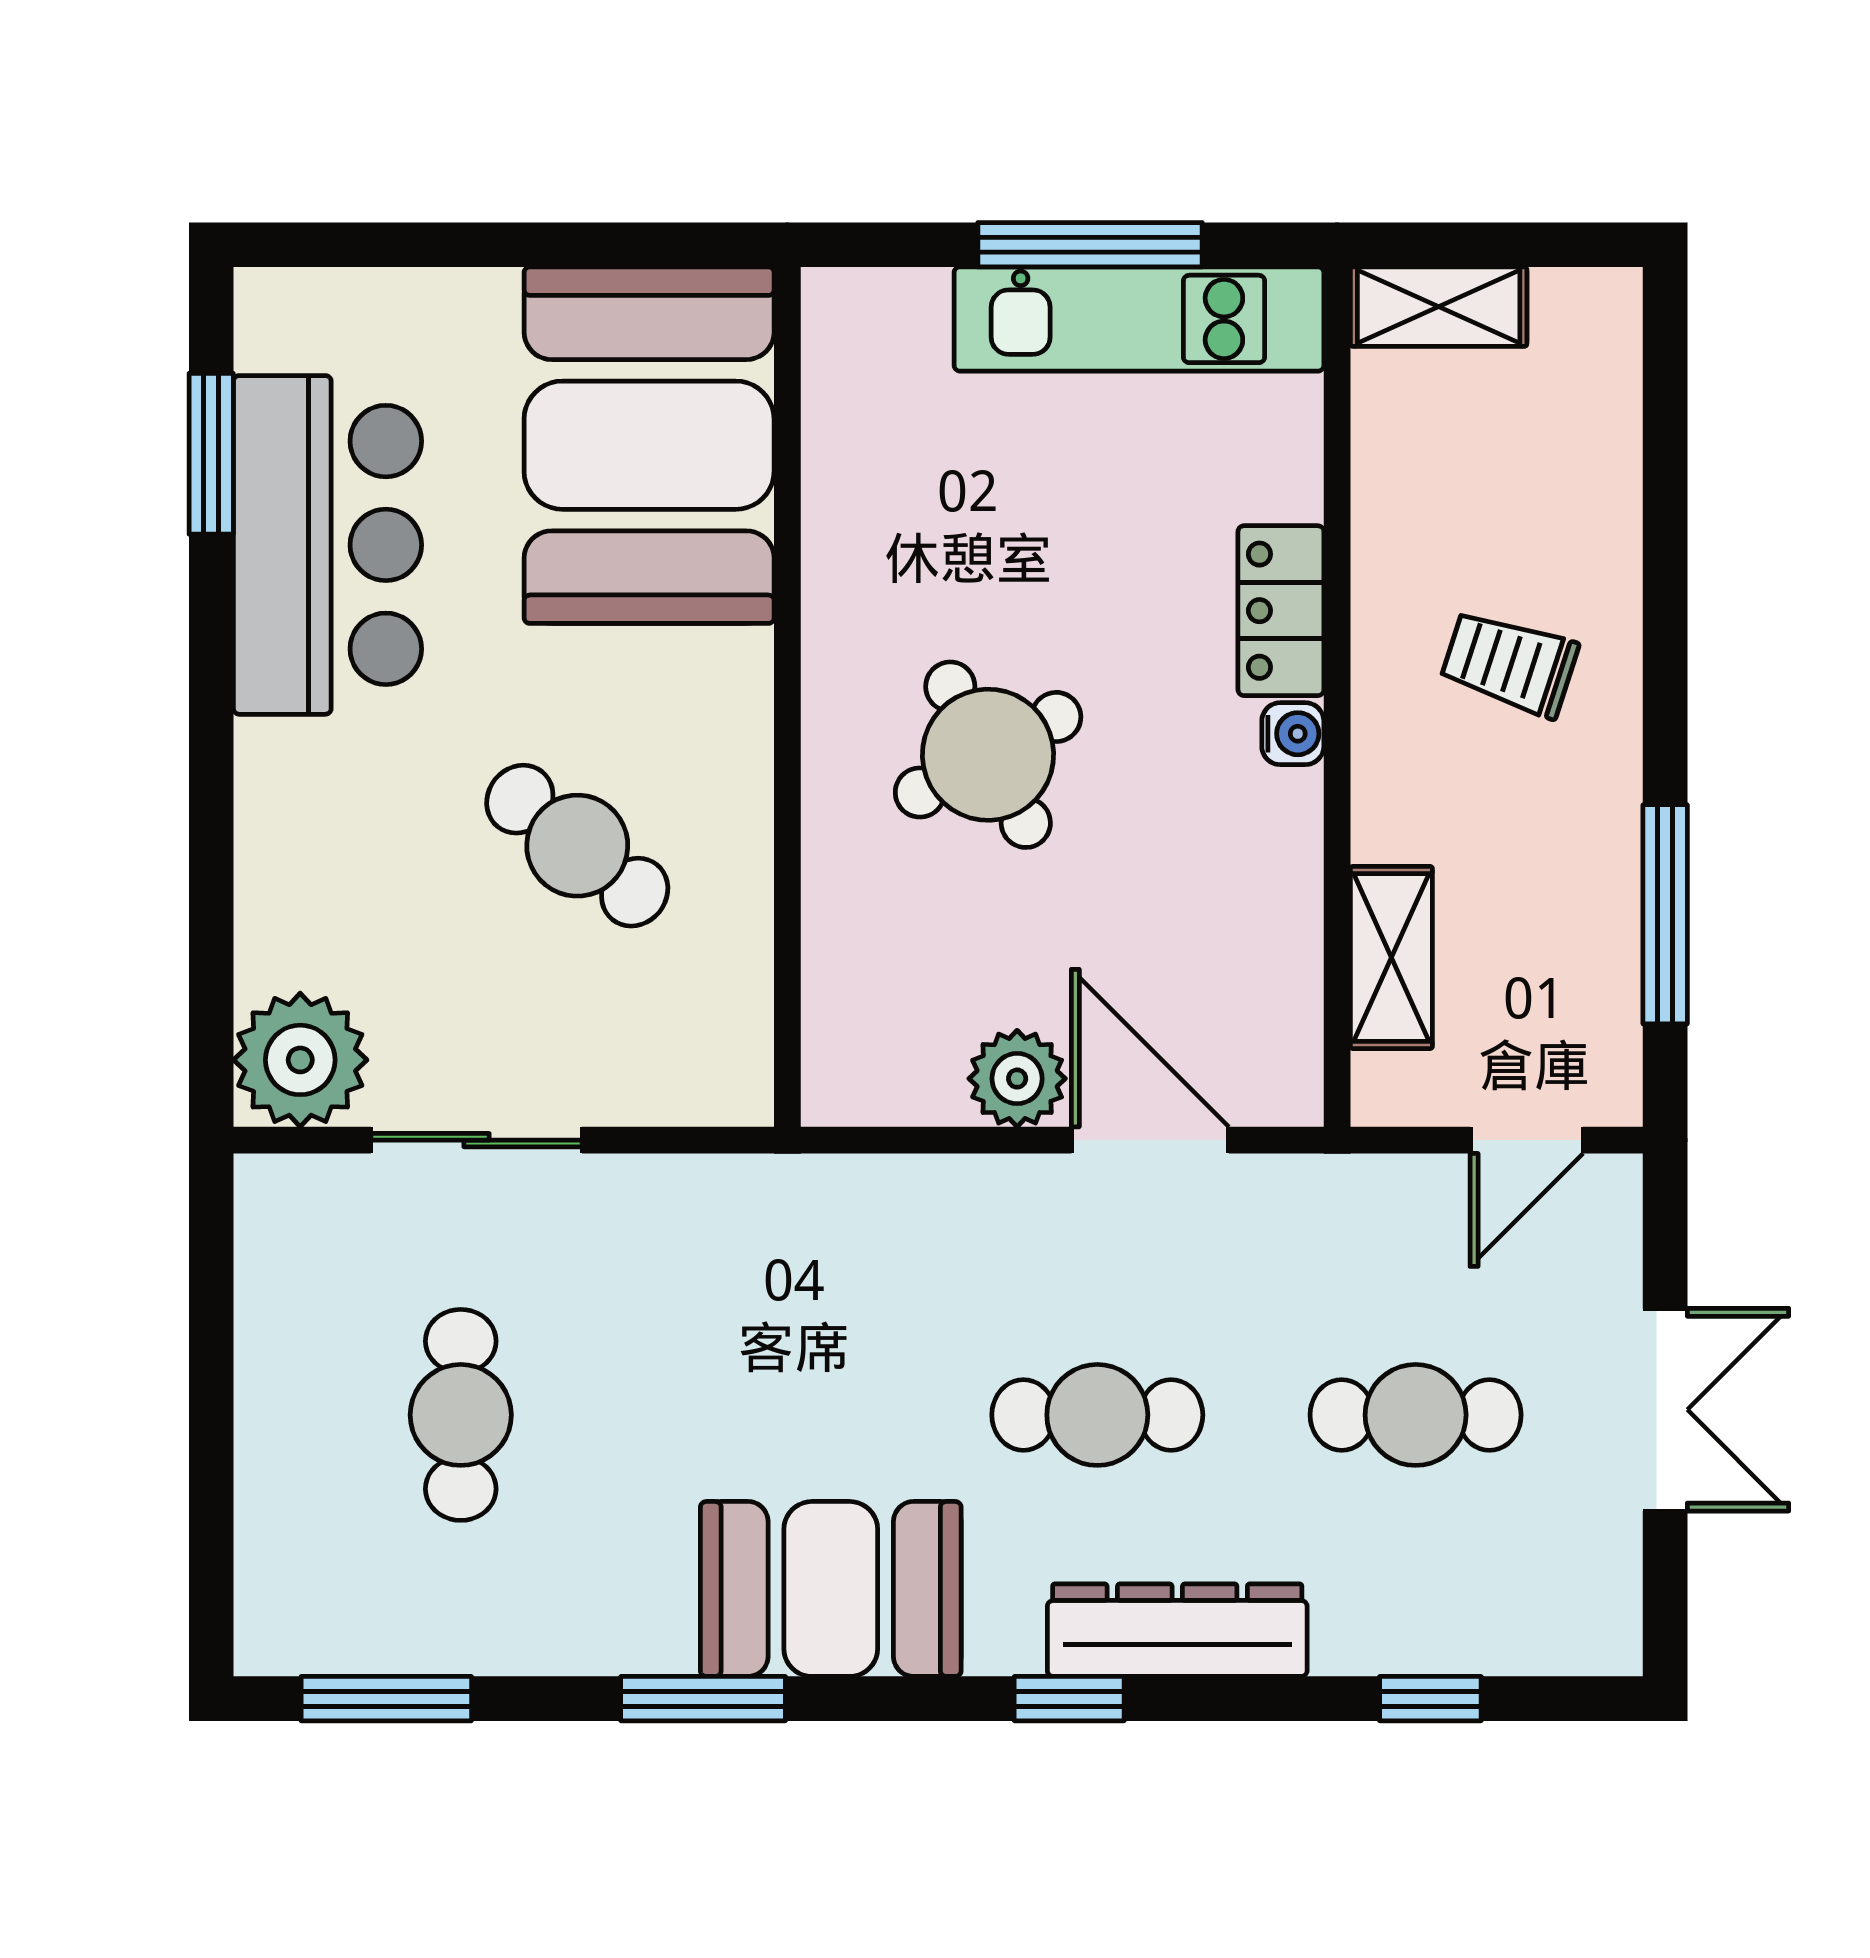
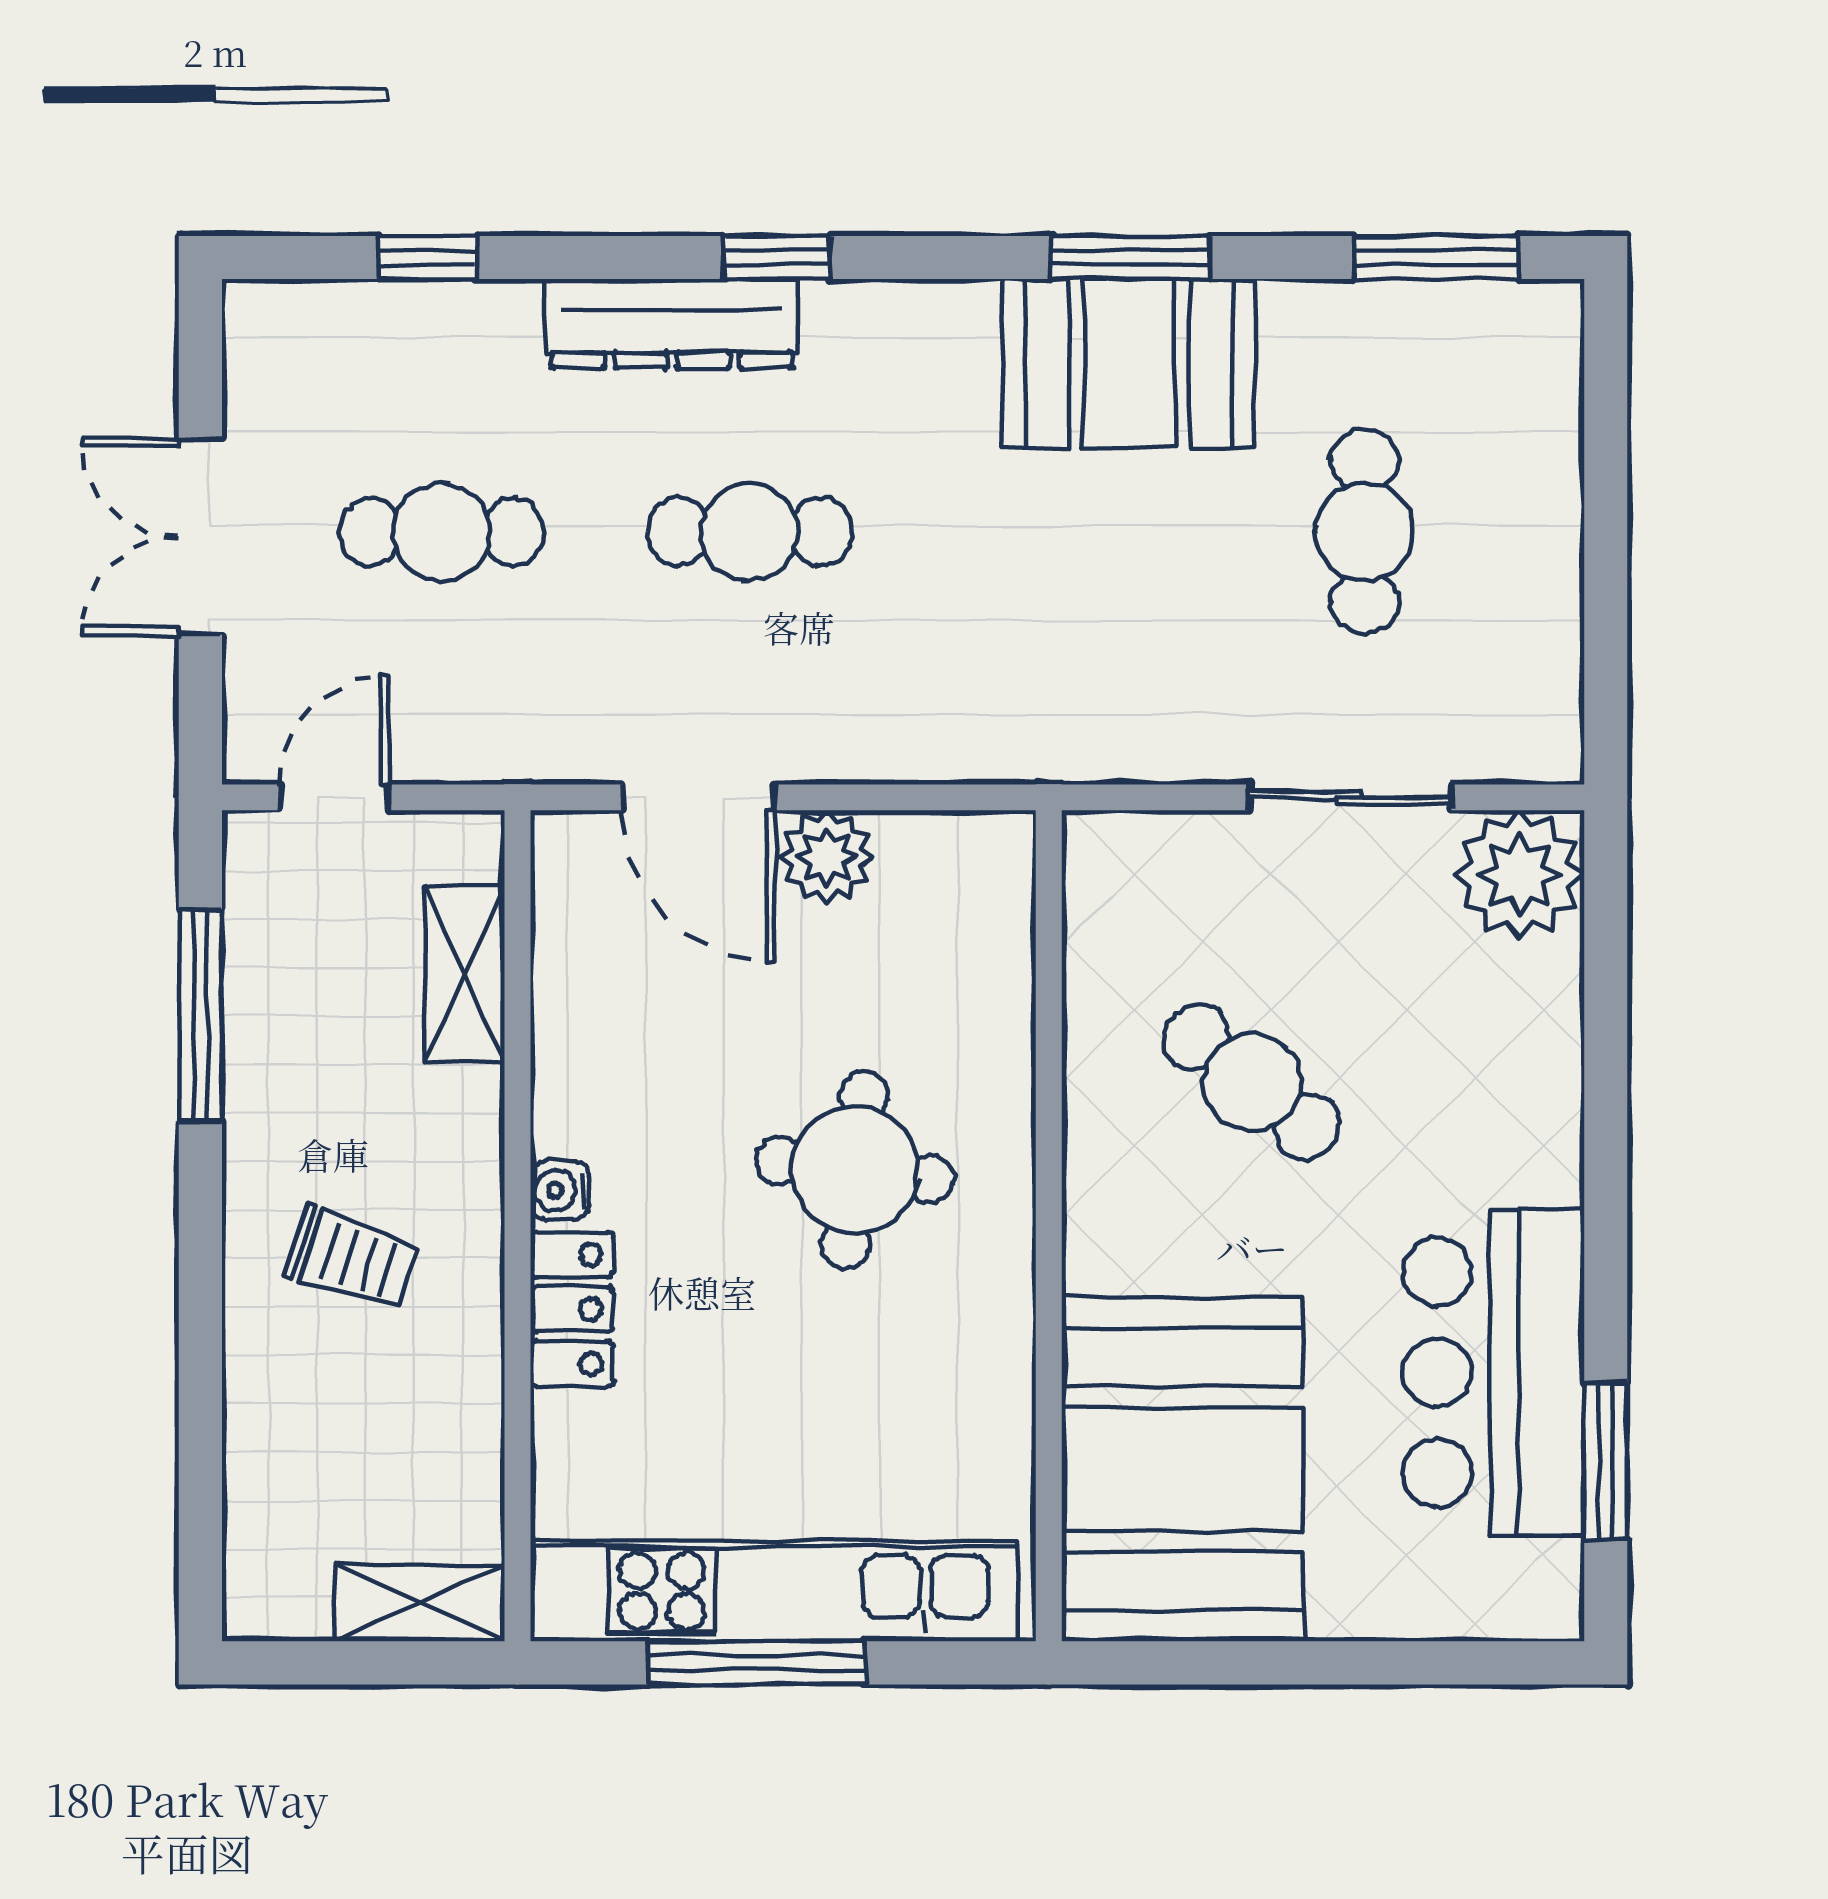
kitchen unit: (1139, 319) -> (774, 1591), width x1.36
round table: (988, 755) -> (855, 1170), turned 36
booth: (831, 1589) -> (1129, 364), moved

